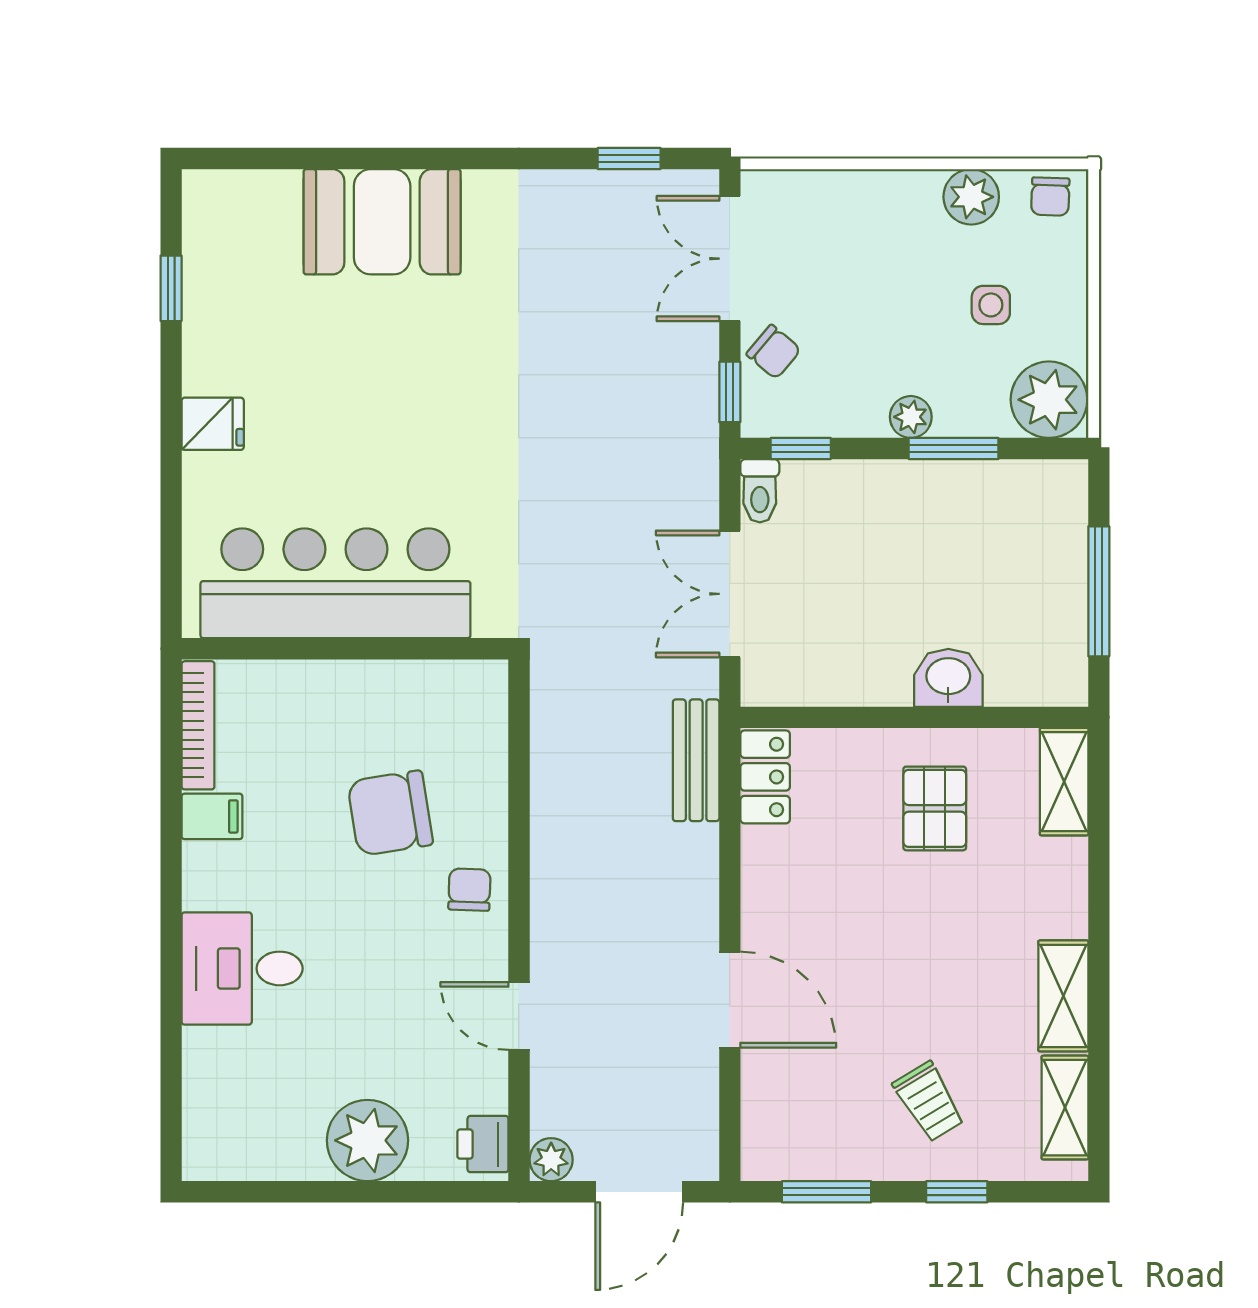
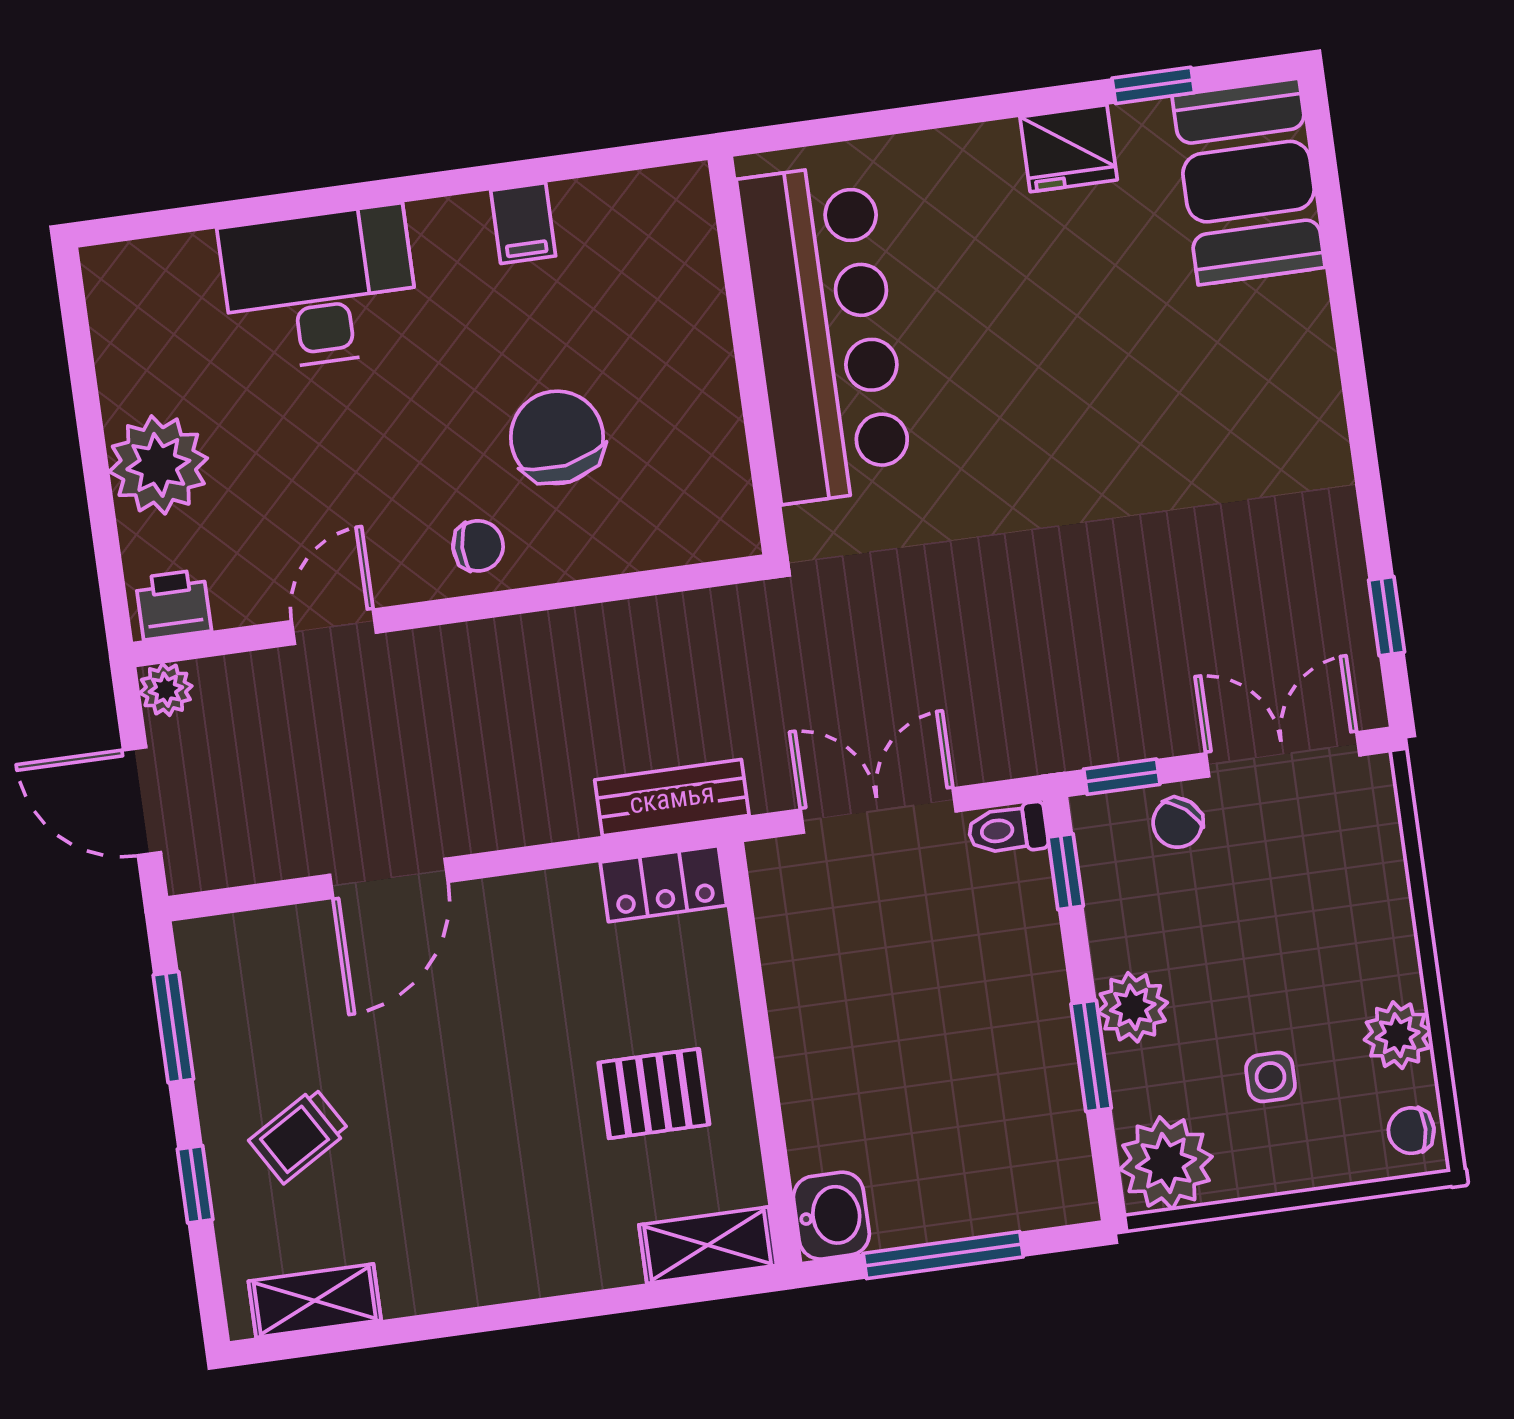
booth: (382, 222) -> (1249, 182), moved
plant: (911, 417) -> (1133, 1007), width x1.38, depth x1.38
fridge: (213, 424) -> (1069, 148), moved, width x1.38
washbasin: (948, 678) -> (831, 1216), moved
bookcase: (198, 725) -> (631, 191), removed
desk: (242, 968) -> (320, 288), width x1.37
shelving: (1063, 996) -> (449, 1280), removed

